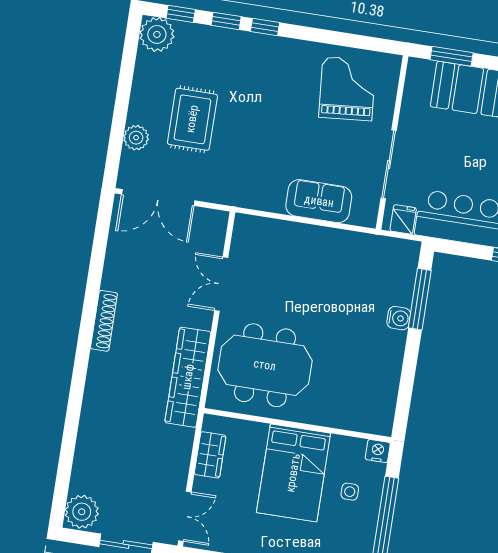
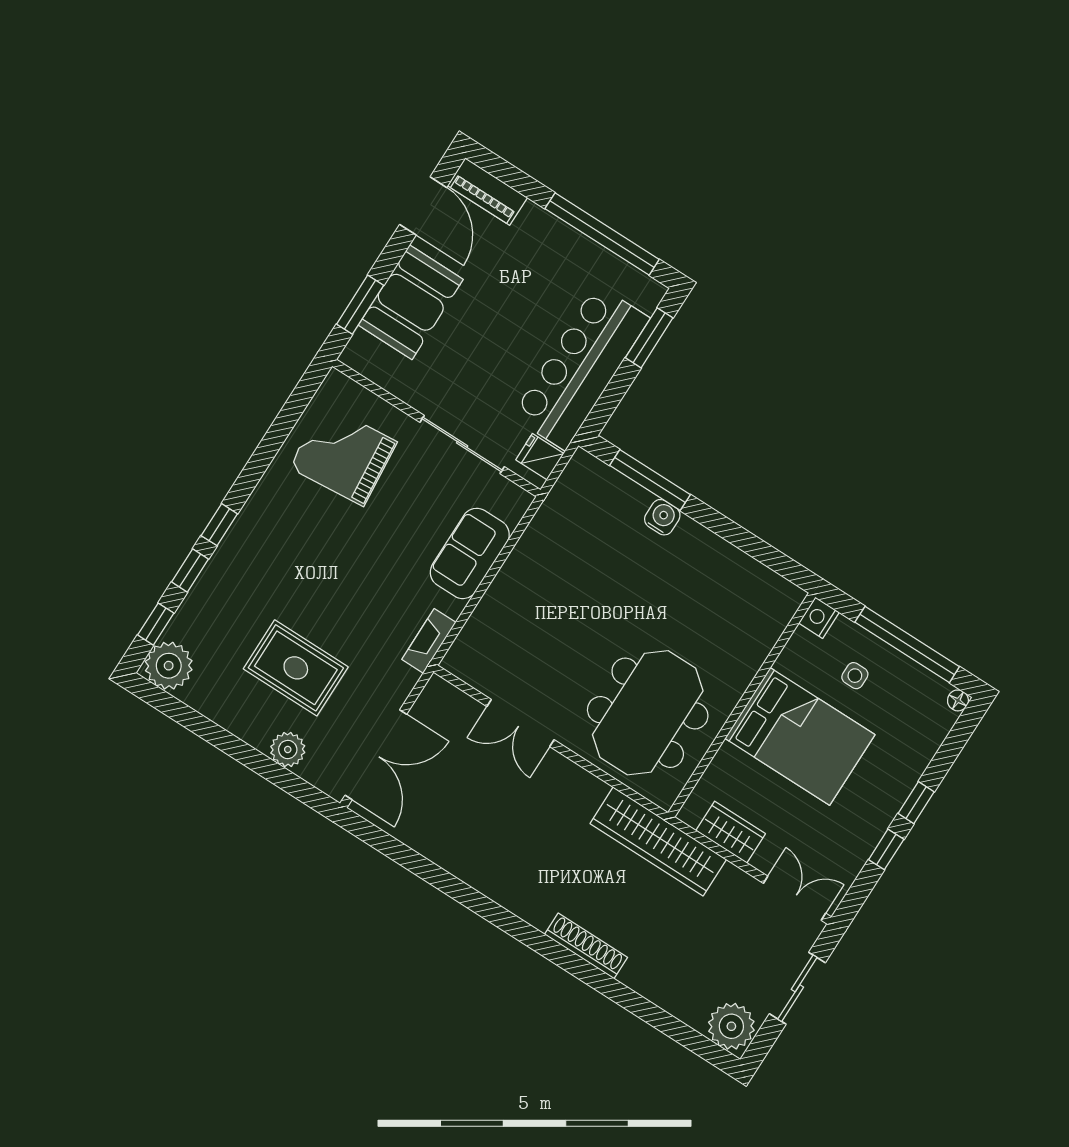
fireplace: (249, 199) -> (429, 641), added
shoe rack: (104, 321) -> (586, 946), moved
wardrobe: (188, 377) -> (658, 841), moved

